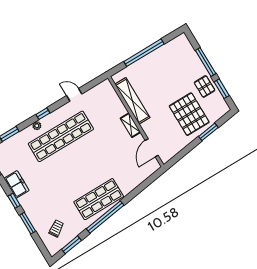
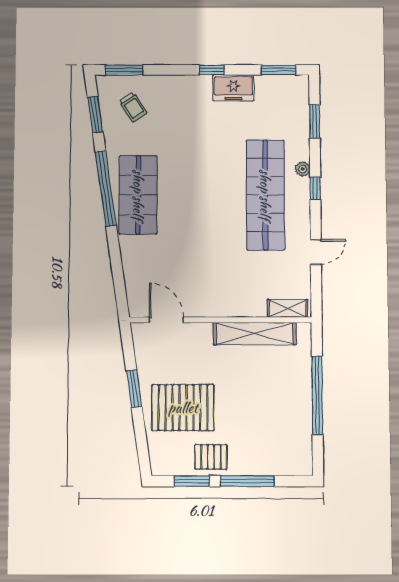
shelving: (130, 125) -> (287, 308), moved
window: (208, 132) -> (134, 389), moved
window: (28, 223) -> (124, 70), moved

